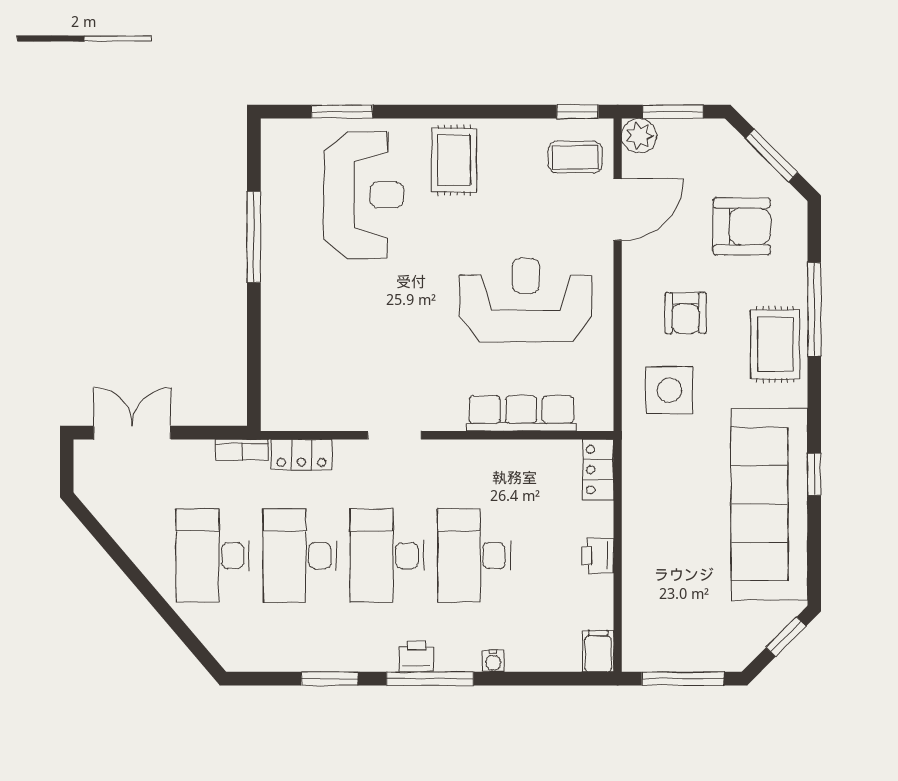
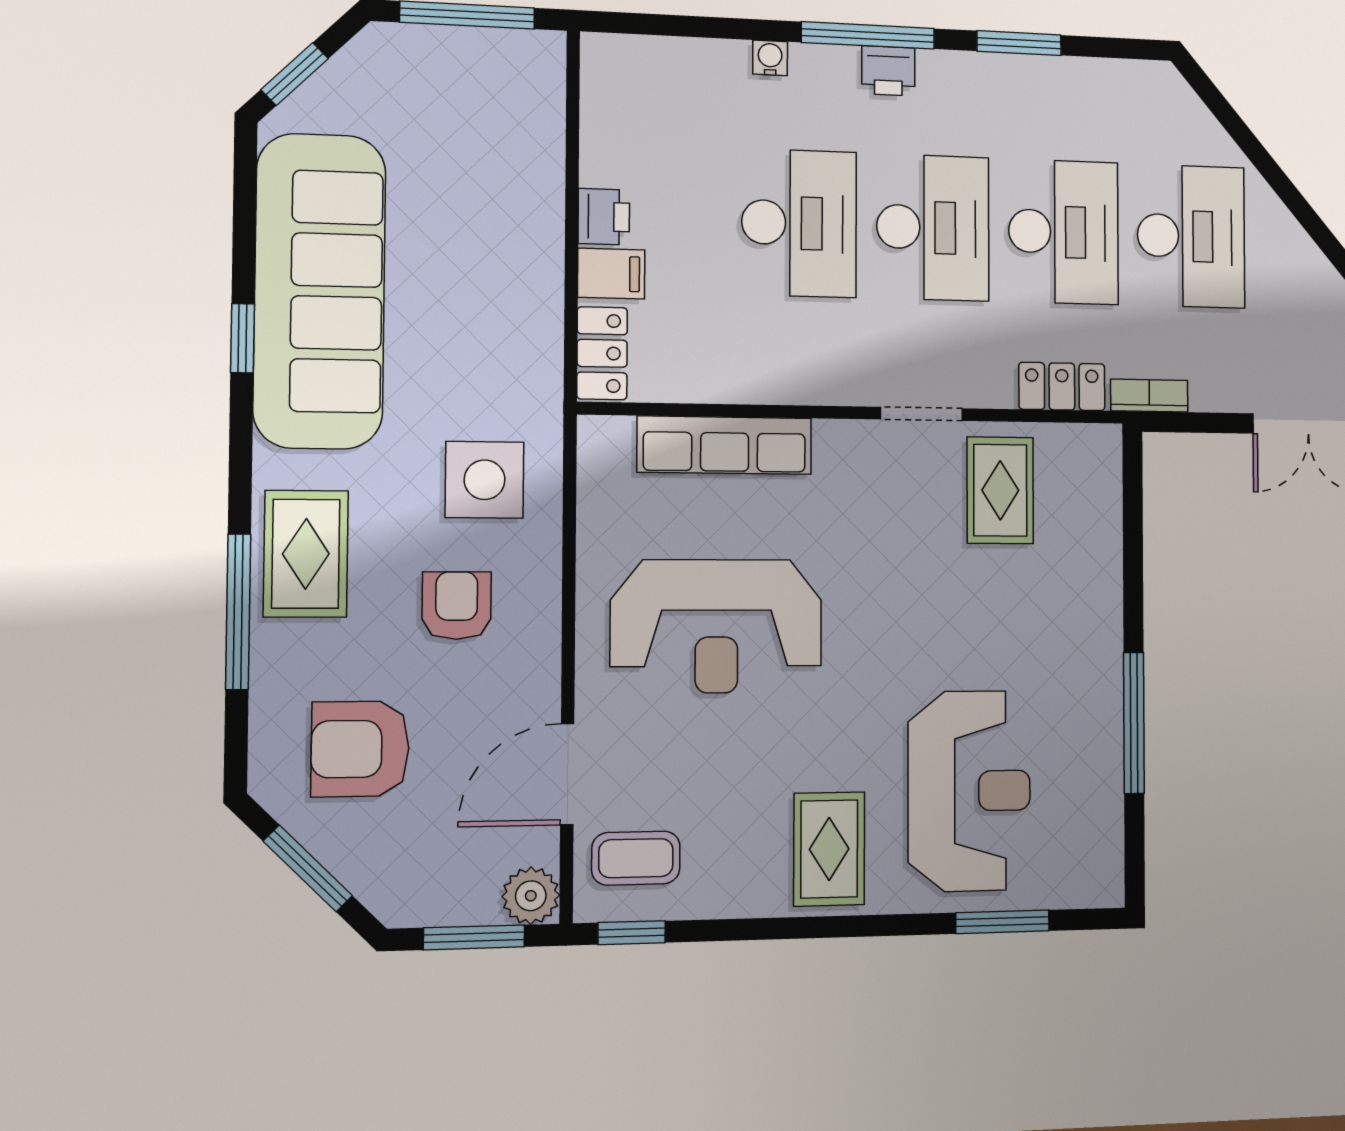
reception desk: (364, 195) -> (969, 791), turned 180
rug: (343, 387) -> (1000, 490), added
filing cabinet: (598, 651) -> (611, 274), moved, turned -90

